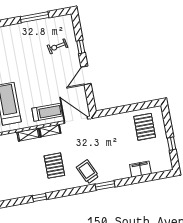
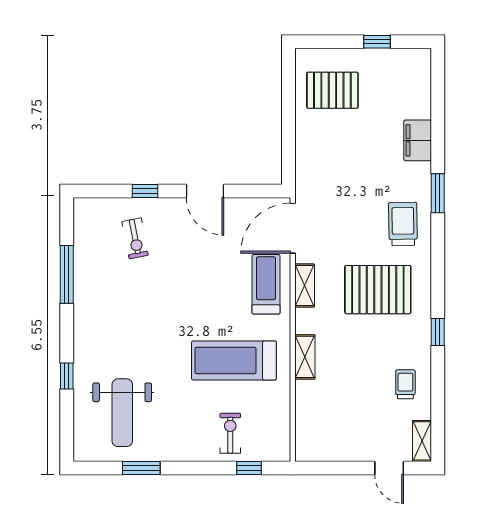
shelving: (28, 135) -> (305, 357), moved
pallet: (54, 166) -> (378, 290), width x1.37, depth x1.41
filing cabinet: (140, 169) -> (418, 140), moved
trolley: (88, 172) -> (403, 224), turned 114
trolley: (12, 187) -> (405, 384), added

